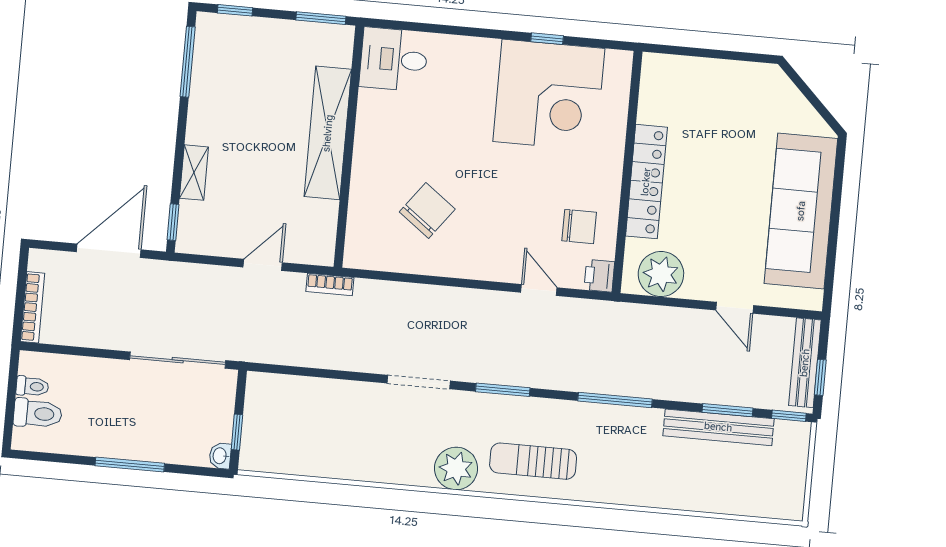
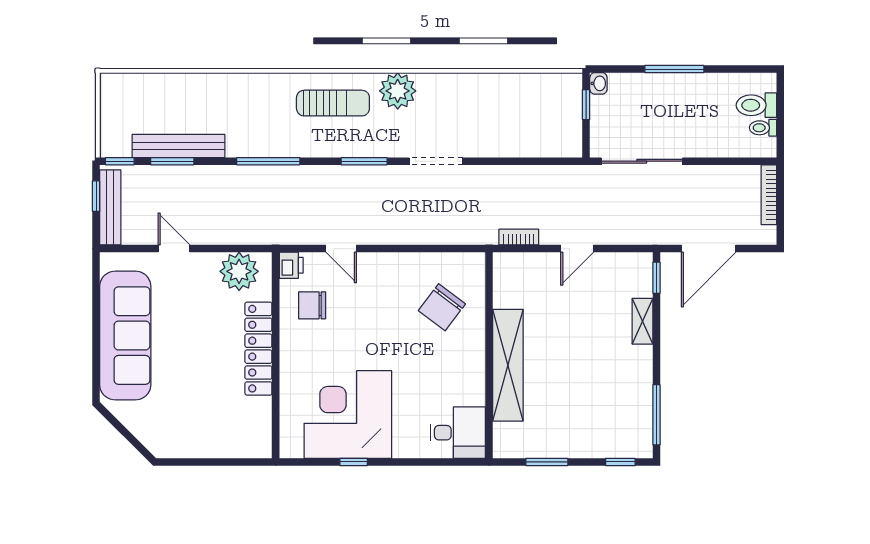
desk: (394, 59) -> (458, 433), moved
shelving: (328, 133) -> (508, 365), moved
wall: (349, 147) -> (489, 355), moved

